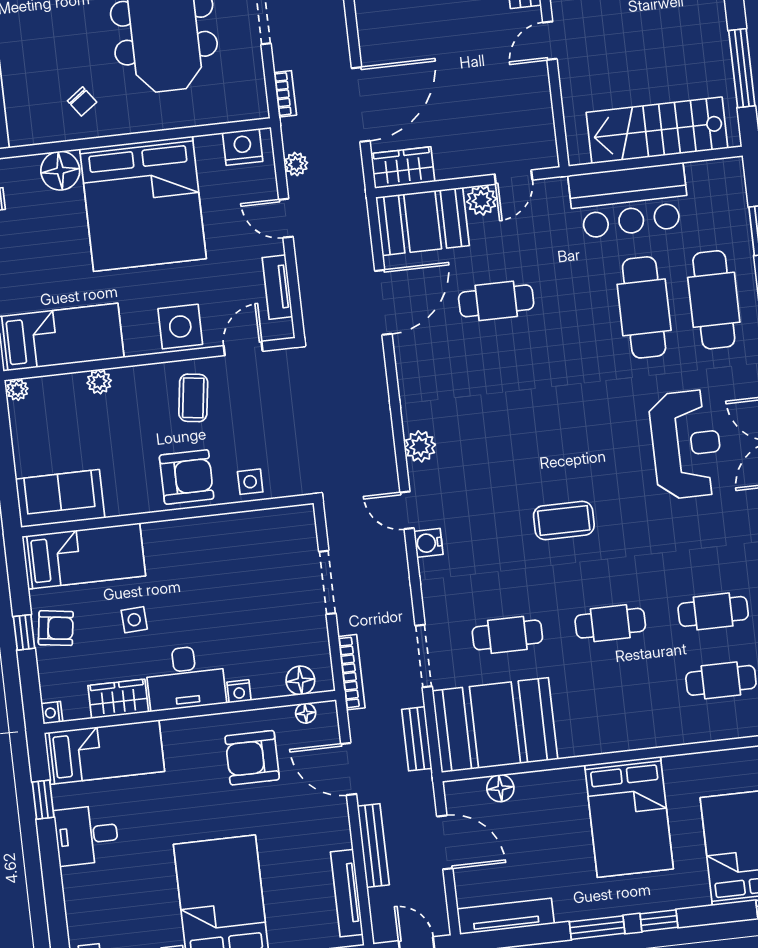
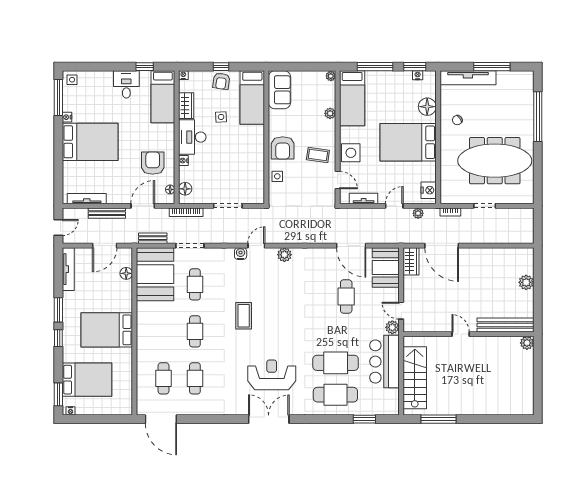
plant: (482, 200) -> (392, 327), moved
bed: (143, 204) -> (408, 142), width x0.73
reception desk: (686, 444) -> (272, 375), turned 180

